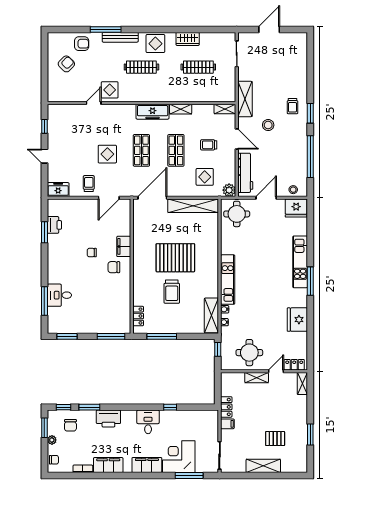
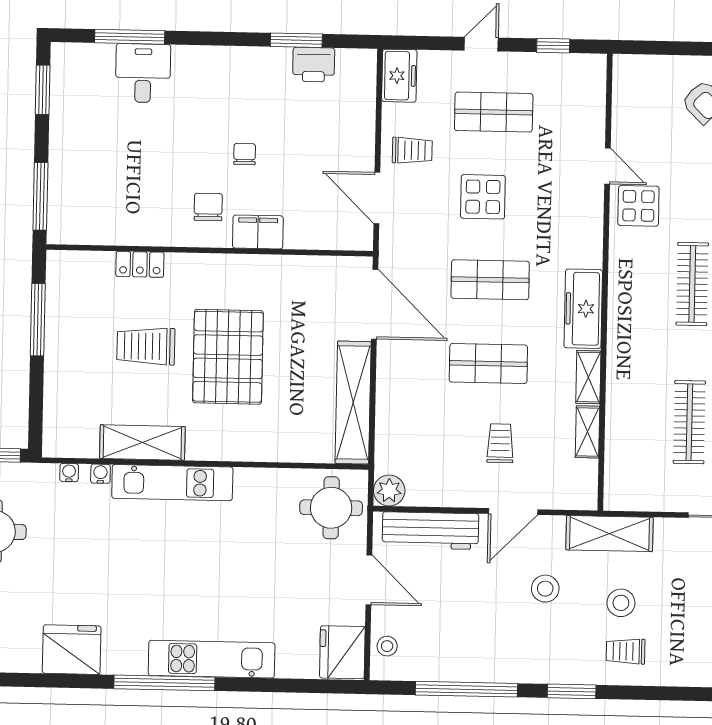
stool: (273, 94) -> (621, 603), added
trolley: (292, 106) -> (626, 651), moved
shelving: (225, 109) -> (587, 432), moved
shop shelf: (72, 150) -> (494, 112), added
display table: (205, 177) -> (423, 432), removed
window: (310, 281) -> (164, 683), width x1.46
shelving: (211, 315) -> (142, 442), moved
locker: (138, 316) -> (140, 264), moved

